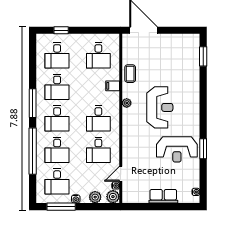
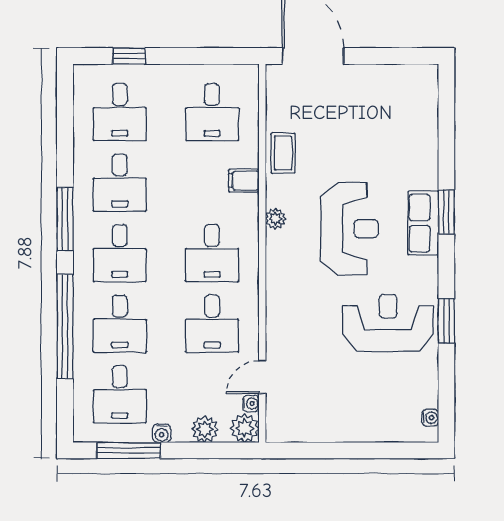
window: (203, 56) -> (446, 212), moved
reception desk: (177, 149) -> (388, 323), turned 180
row of seats: (163, 196) -> (423, 223), moved, turned -90

